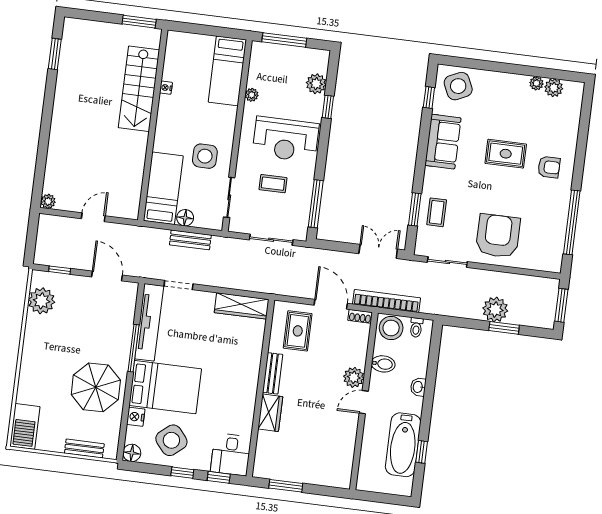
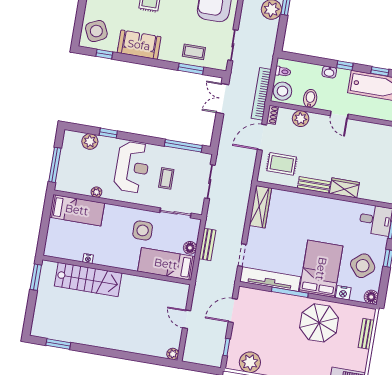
plant: (354, 377) -> (301, 119), moved
window: (427, 407) -> (345, 66), added

